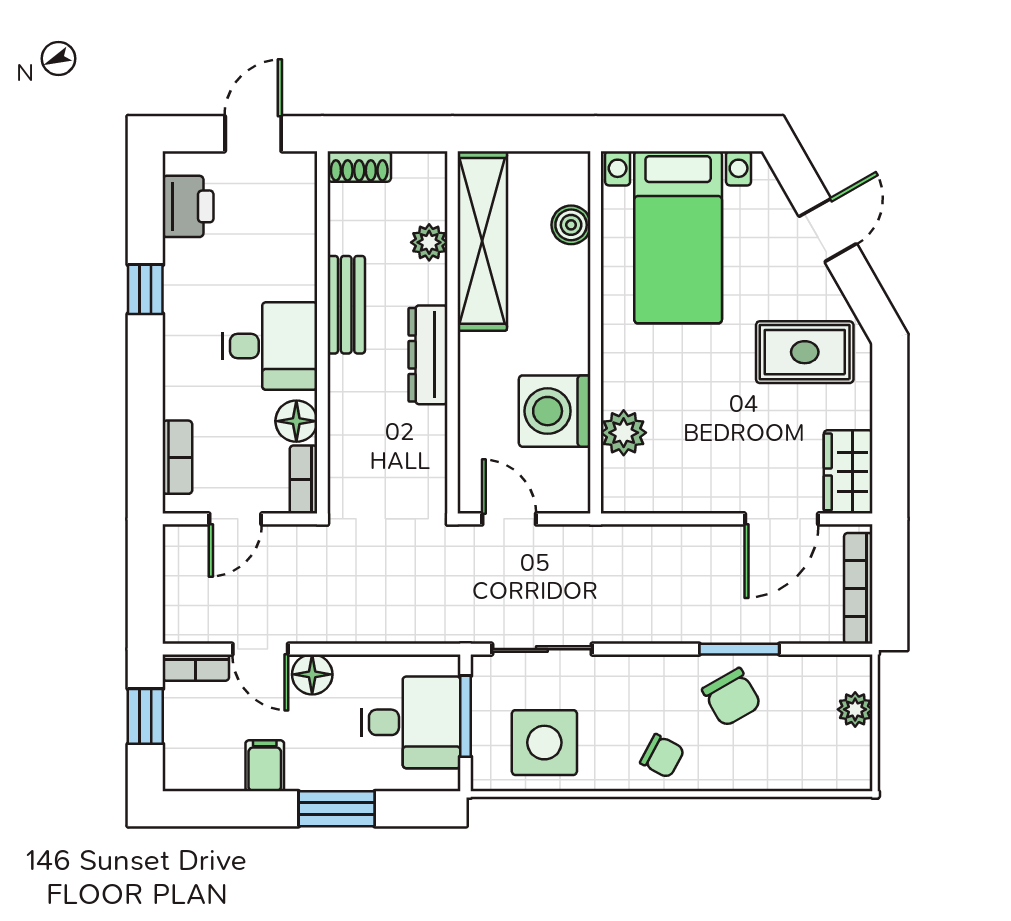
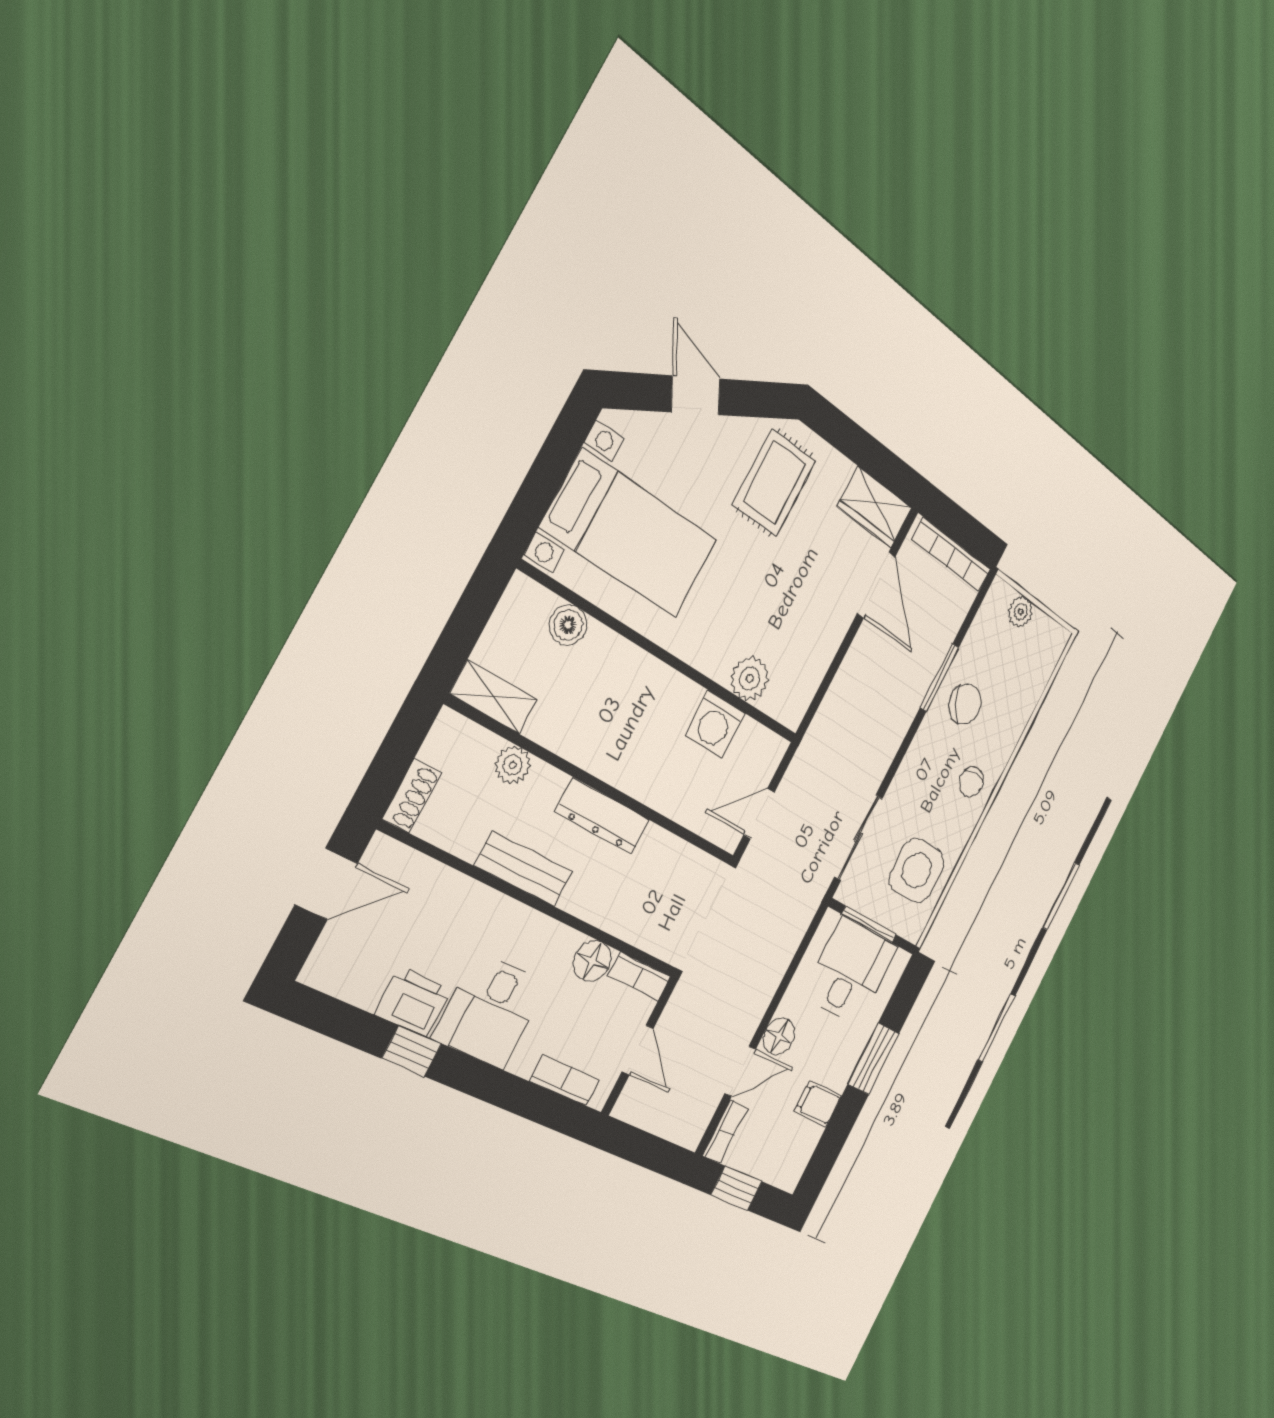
door: (253, 134) -> (326, 884), swing flipped
printer: (188, 206) -> (413, 1002), moved
shelving: (482, 241) -> (493, 697), width x0.45, depth x0.75
desk: (270, 346) -> (490, 1011), moved, turned 180
washing machine: (555, 411) -> (715, 724), width x0.73, depth x0.73
chair: (662, 756) -> (971, 782), turned 152

